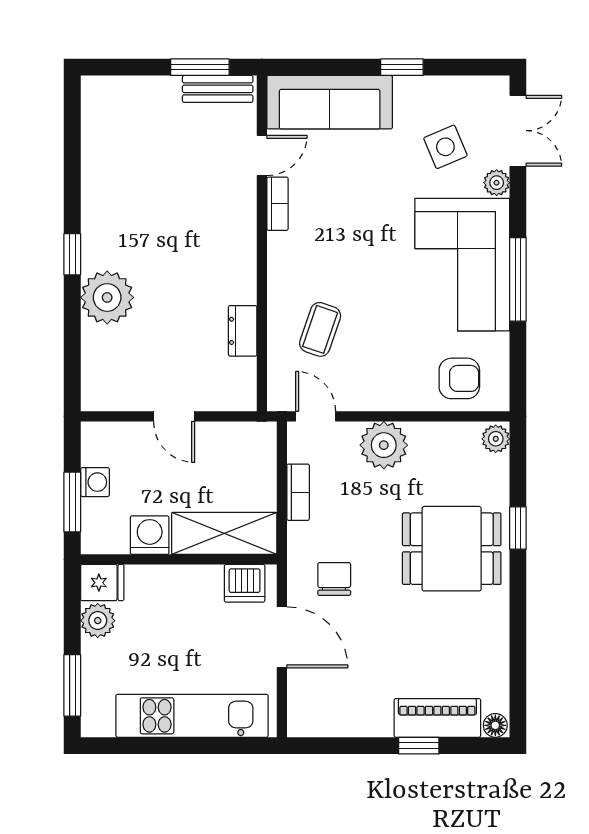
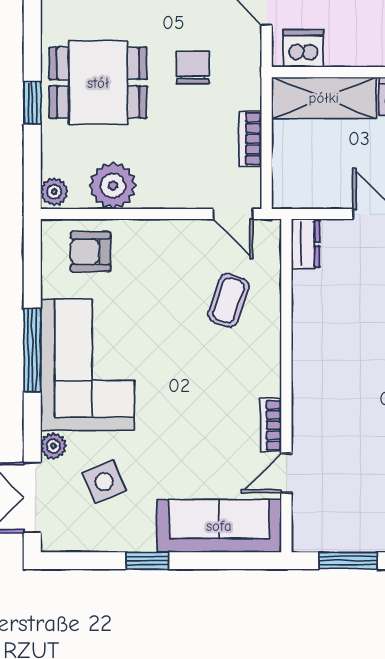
bench: (218, 89) -> (330, 539), removed
dresser: (243, 331) -> (305, 244), moved
plant: (384, 445) -> (113, 185), moved
chair: (334, 579) -> (193, 68), moved, turned 180

